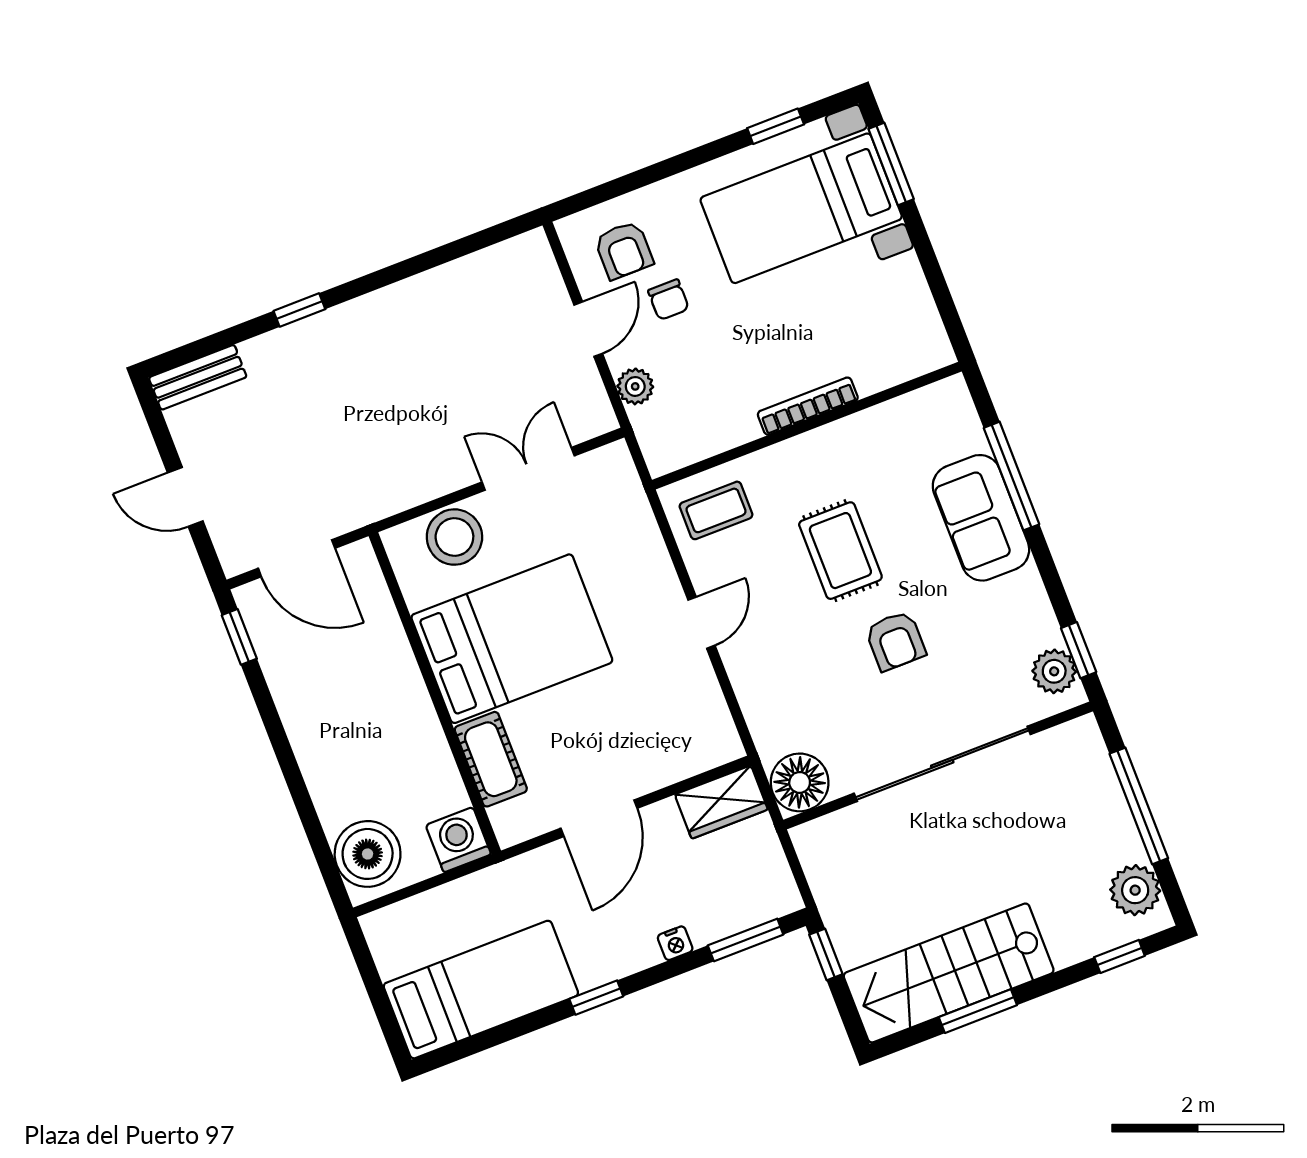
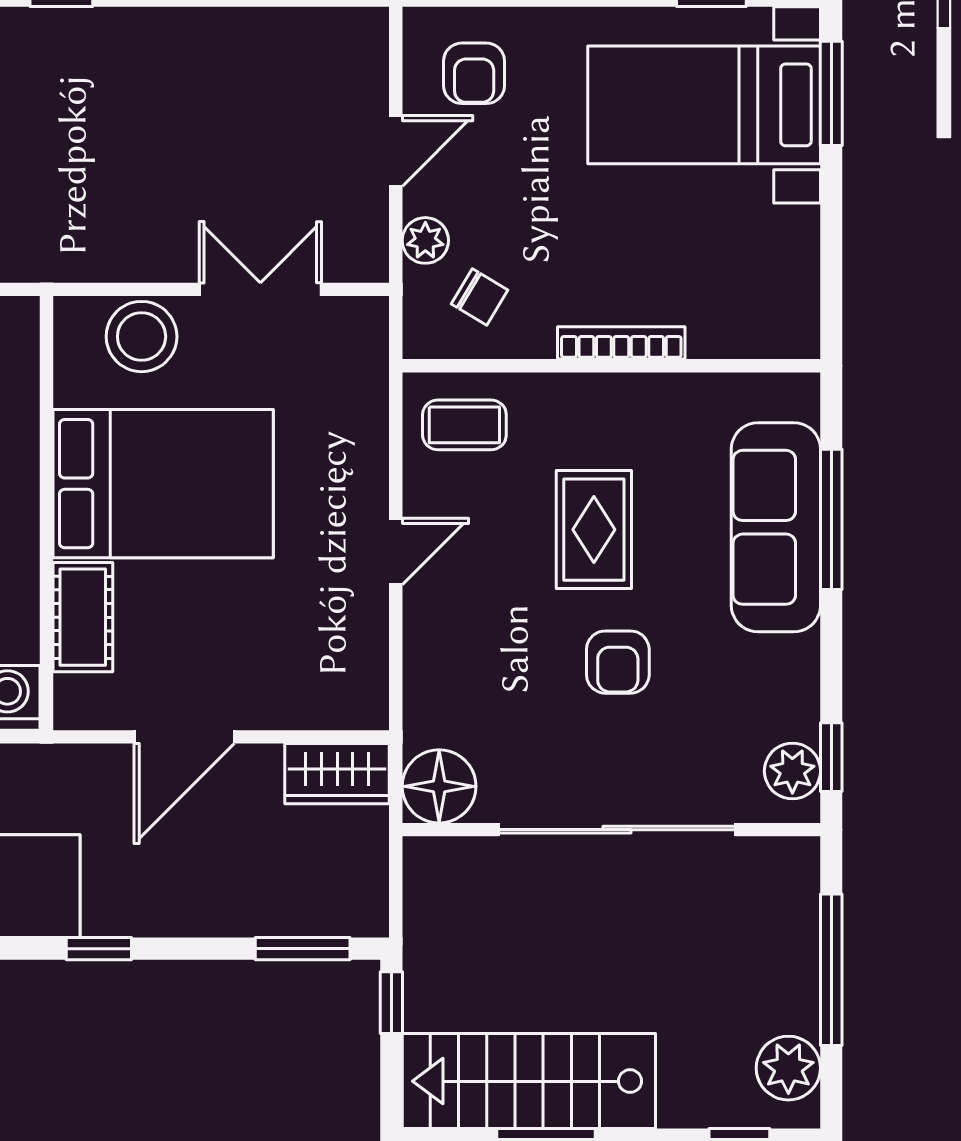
chair: (668, 300) -> (480, 297), moved, turned -59
sofa: (981, 518) -> (776, 527), width x1.36
nightstand: (675, 943) -> (217, 920), removed

